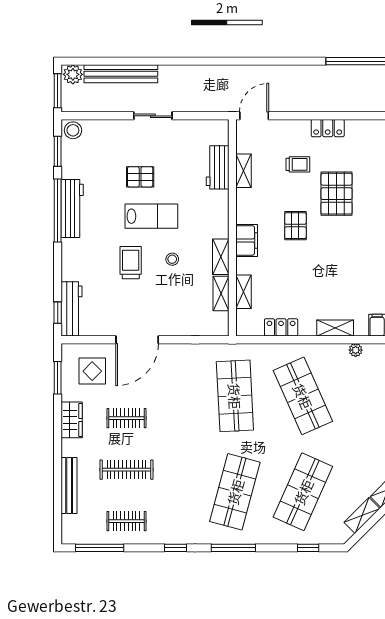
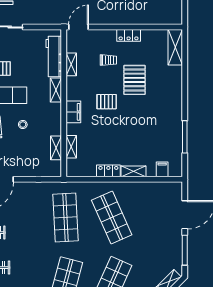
workbench: (218, 167) -> (54, 57), width x1.37
pallet: (295, 226) -> (107, 102), turned 90
shelving: (221, 257) -> (56, 90), moved
locker: (281, 327) -> (108, 171), moved
plant: (356, 350) -> (148, 186), removed

